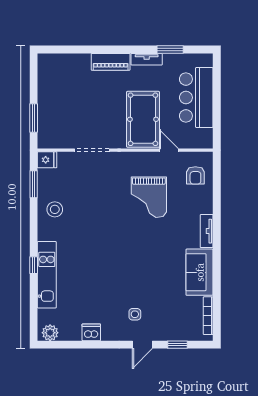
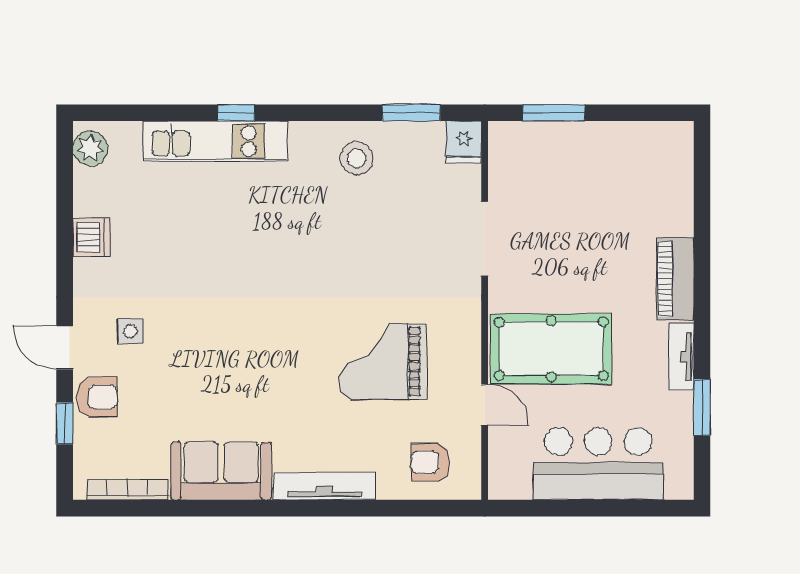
door: (169, 150) -> (485, 405), hinge flipped
tv unit: (207, 231) -> (325, 486), width x1.41
armchair: (165, 330) -> (97, 397), added

